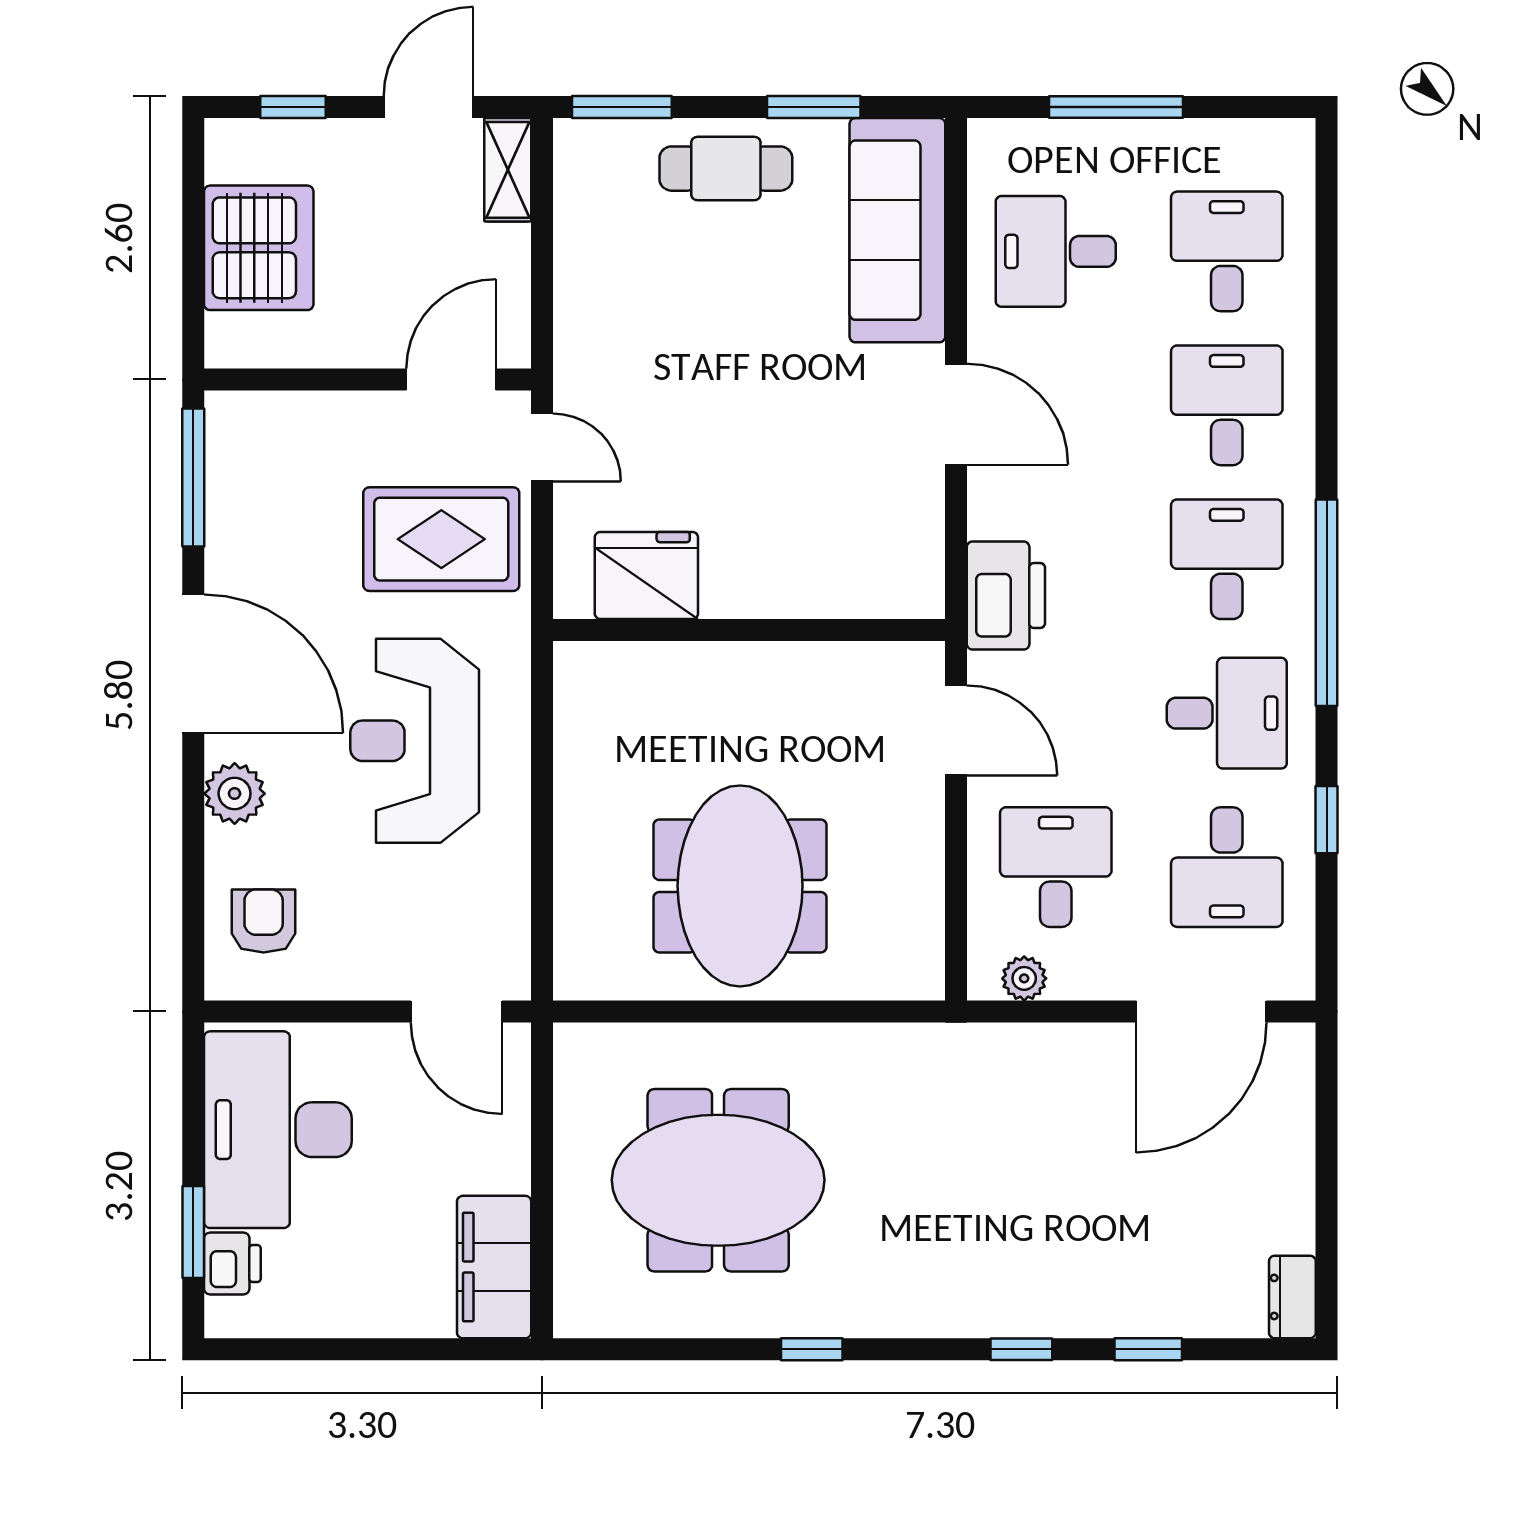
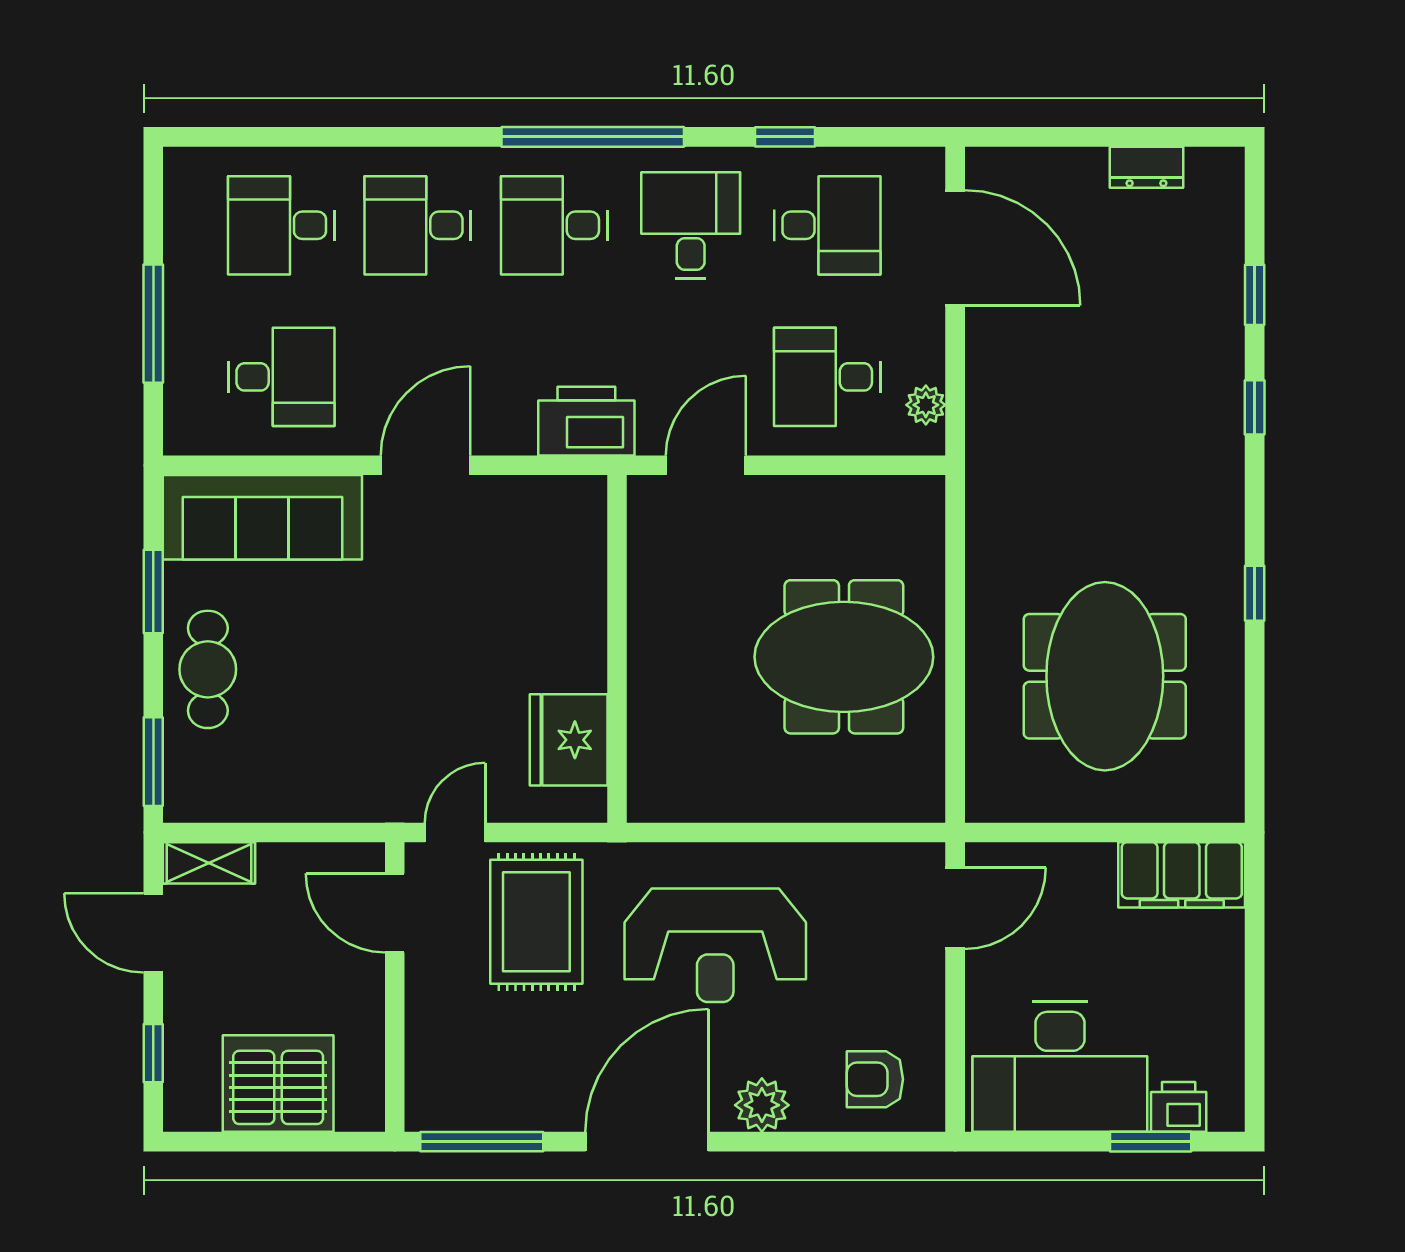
desk: (1056, 251) -> (281, 377), turned -90
dresser: (1292, 1297) -> (1146, 167), moved

